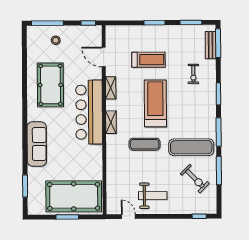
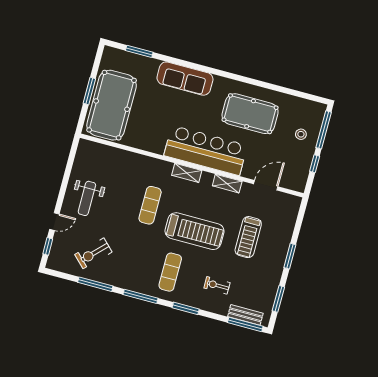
window: (88, 23) -> (315, 164), moved
exercise mat: (191, 147) -> (170, 272), moved, width x0.73, depth x0.69
door: (128, 217) -> (54, 222), moved

